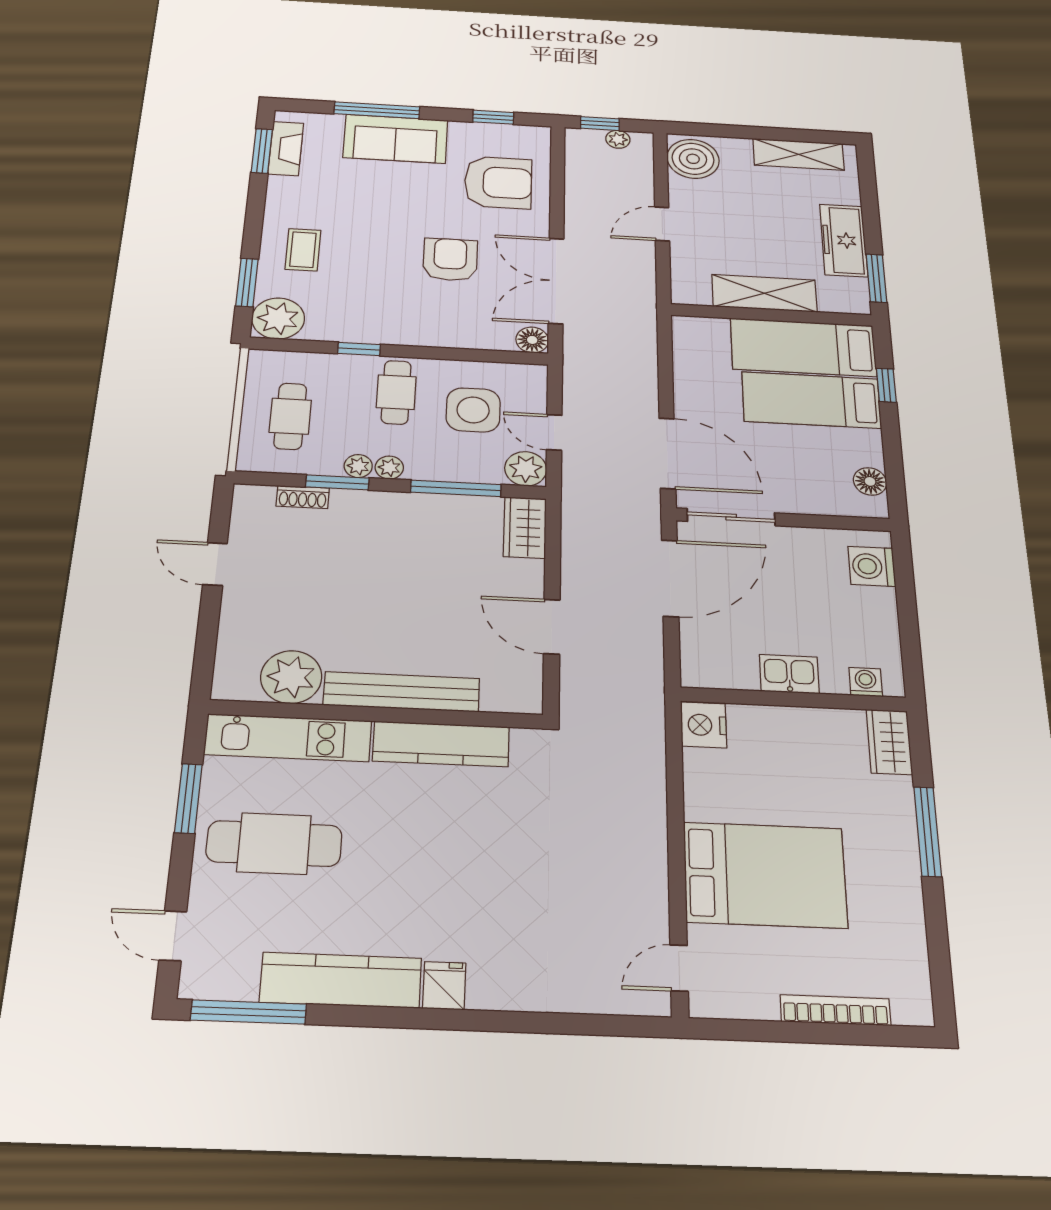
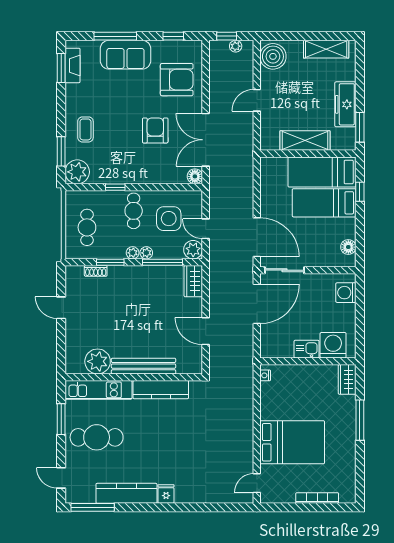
plant: (358, 466) -> (146, 253), moved
washing machine: (866, 682) -> (333, 345), width x1.89, depth x1.89
nightstand: (704, 725) -> (265, 375), width x0.53, depth x0.56

